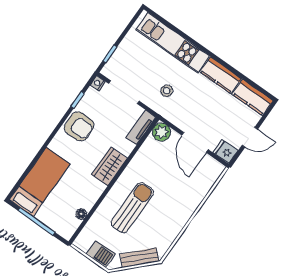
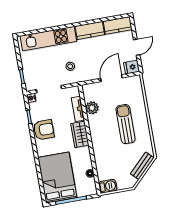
tv unit: (141, 127) -> (78, 109), moved
plant: (161, 132) -> (92, 108), moved
door: (195, 142) -> (111, 78), swing flipped
bed: (40, 182) -> (57, 178), width x1.50
sun lounger: (132, 208) -> (125, 124), moved
barbecue: (101, 254) -> (108, 186), moved

